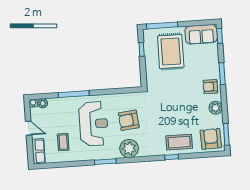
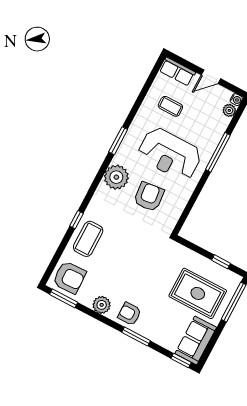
armchair: (210, 87) -> (129, 314), turned -90

